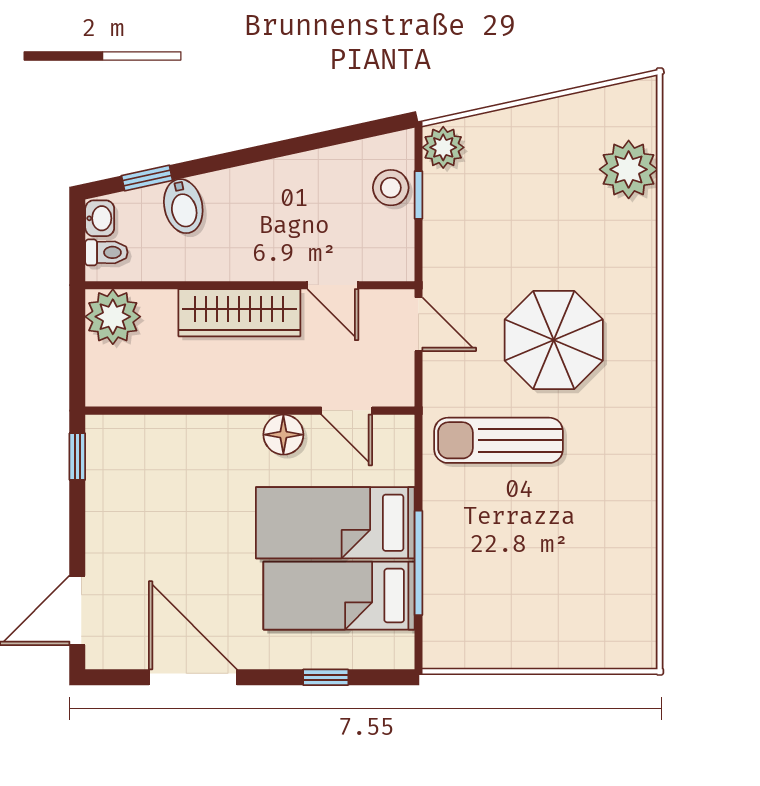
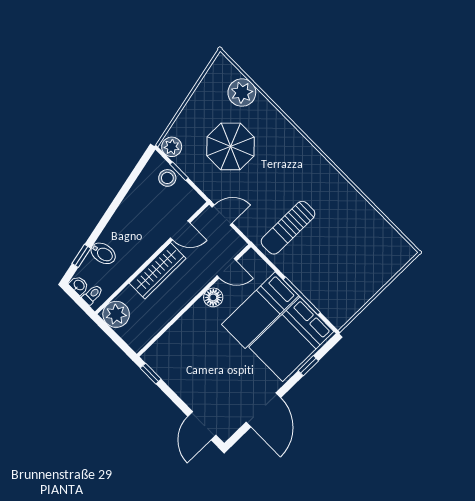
parasol: (554, 340) -> (231, 146), moved
bed: (339, 596) -> (291, 339), width x1.50
door: (193, 677) -> (263, 410), swing flipped

